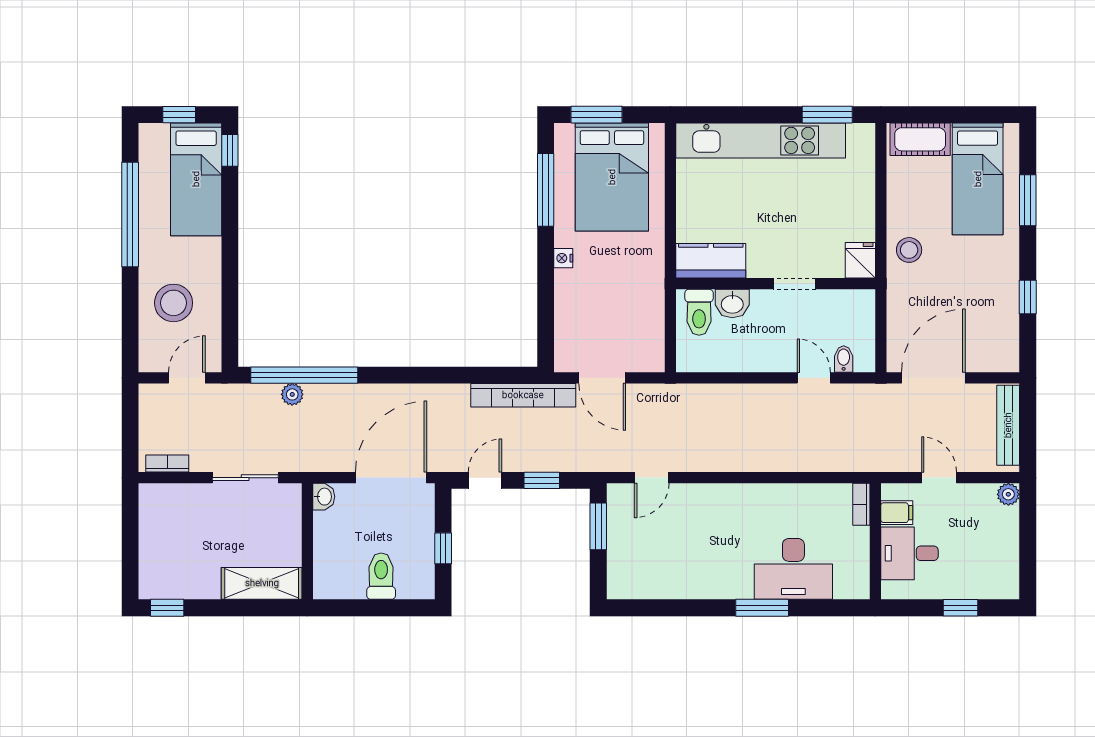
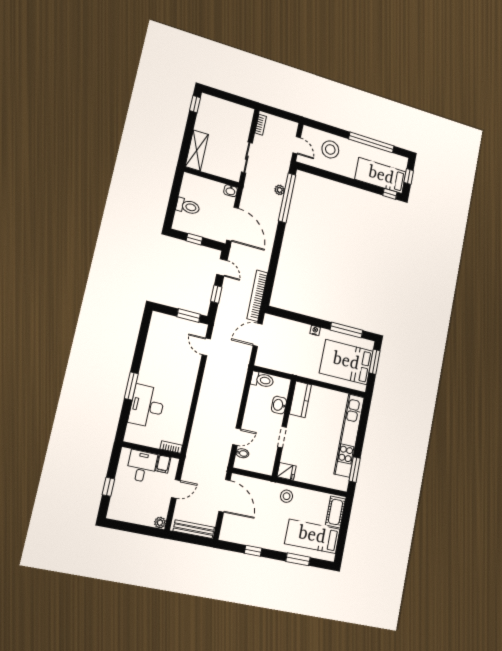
toilet: (699, 312) -> (262, 380), moved, turned 180

